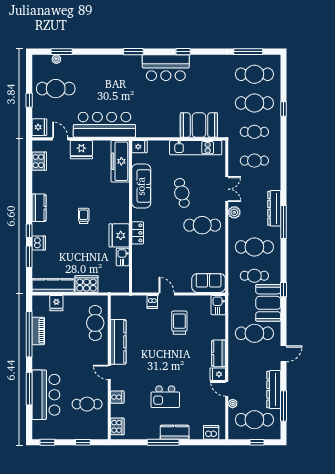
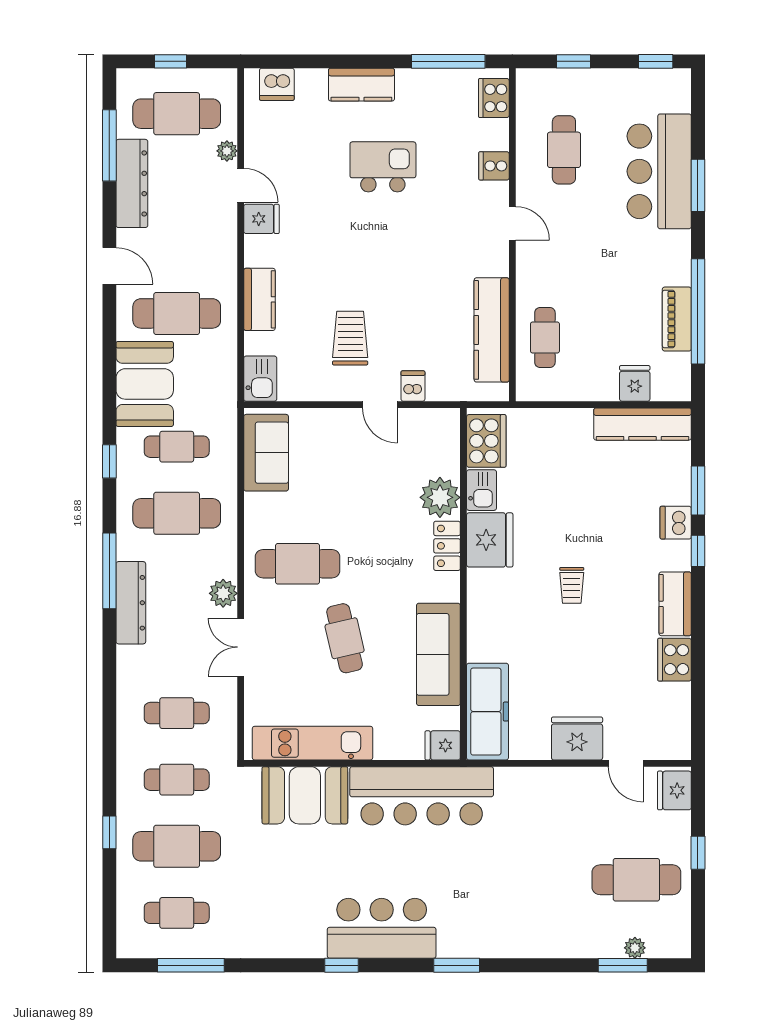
cafe table: (254, 74) -> (177, 913), width x0.73, depth x0.74
bar counter: (104, 125) -> (422, 796), moved
cooker: (39, 161) -> (675, 660), moved
plant: (141, 254) -> (440, 497), added
sofa: (209, 283) -> (266, 453), moved, turned -90
cooker: (86, 284) -> (486, 441), moved, turned -90
window: (284, 290) -> (109, 461), moved
cafe table: (95, 323) -> (545, 337), width x0.73, depth x0.74
trolley: (179, 323) -> (350, 338), turned 180
kitchen counter: (118, 342) -> (492, 330), moved
kitchen counter: (219, 353) -> (259, 299), moved
door: (284, 354) -> (109, 266), swing flipped
window: (29, 389) -> (698, 185), width x0.69
cafe table: (87, 404) -> (564, 150), turned 90
window: (163, 442) -> (448, 61), moved

